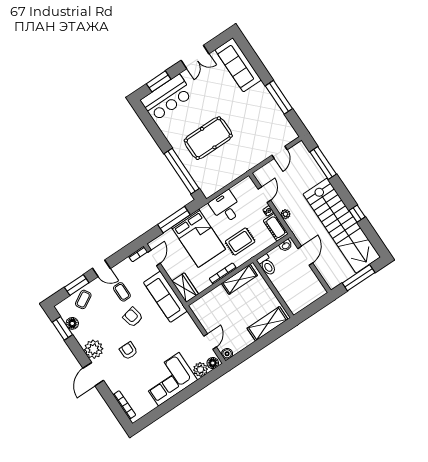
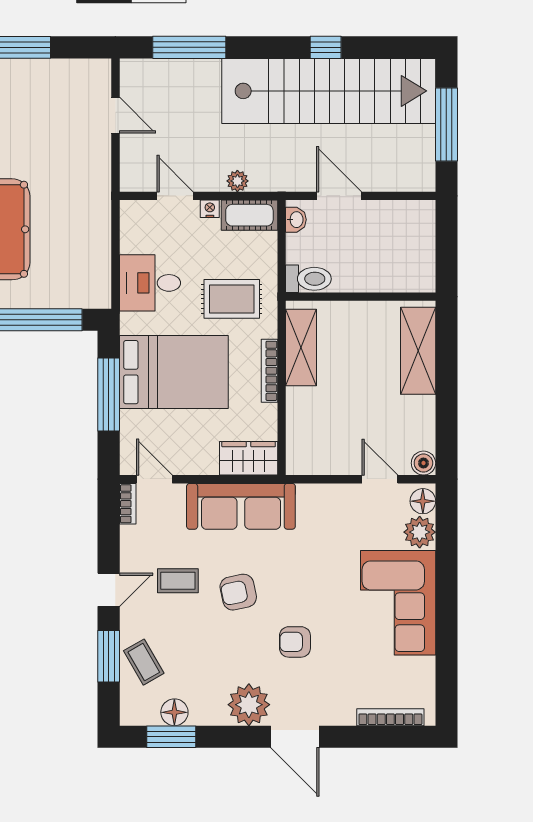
rug: (240, 242) -> (232, 299), turned 90

